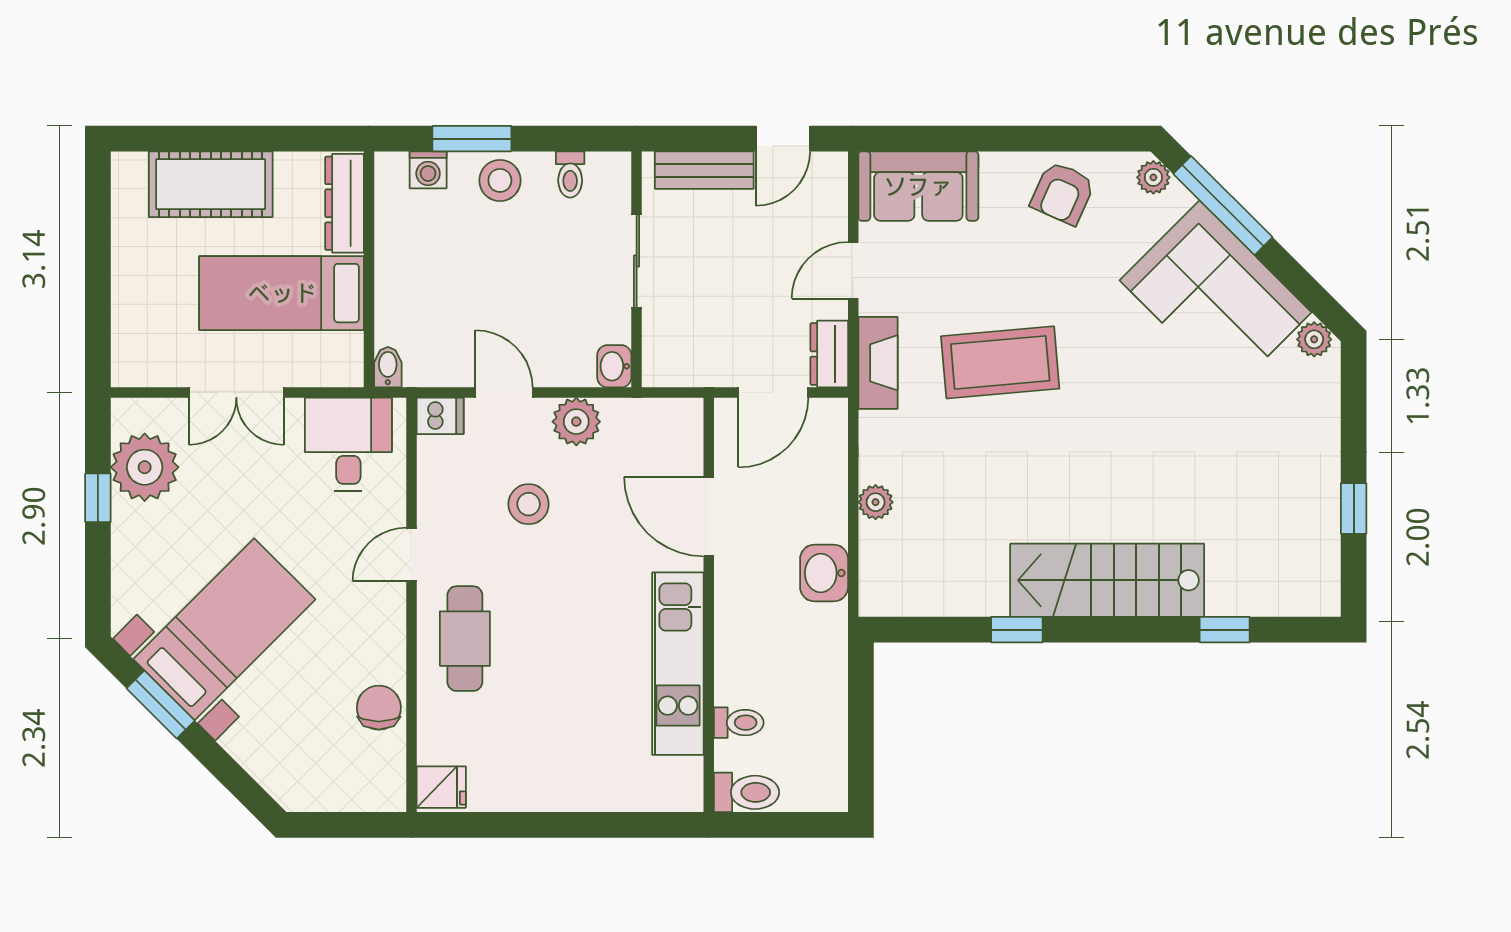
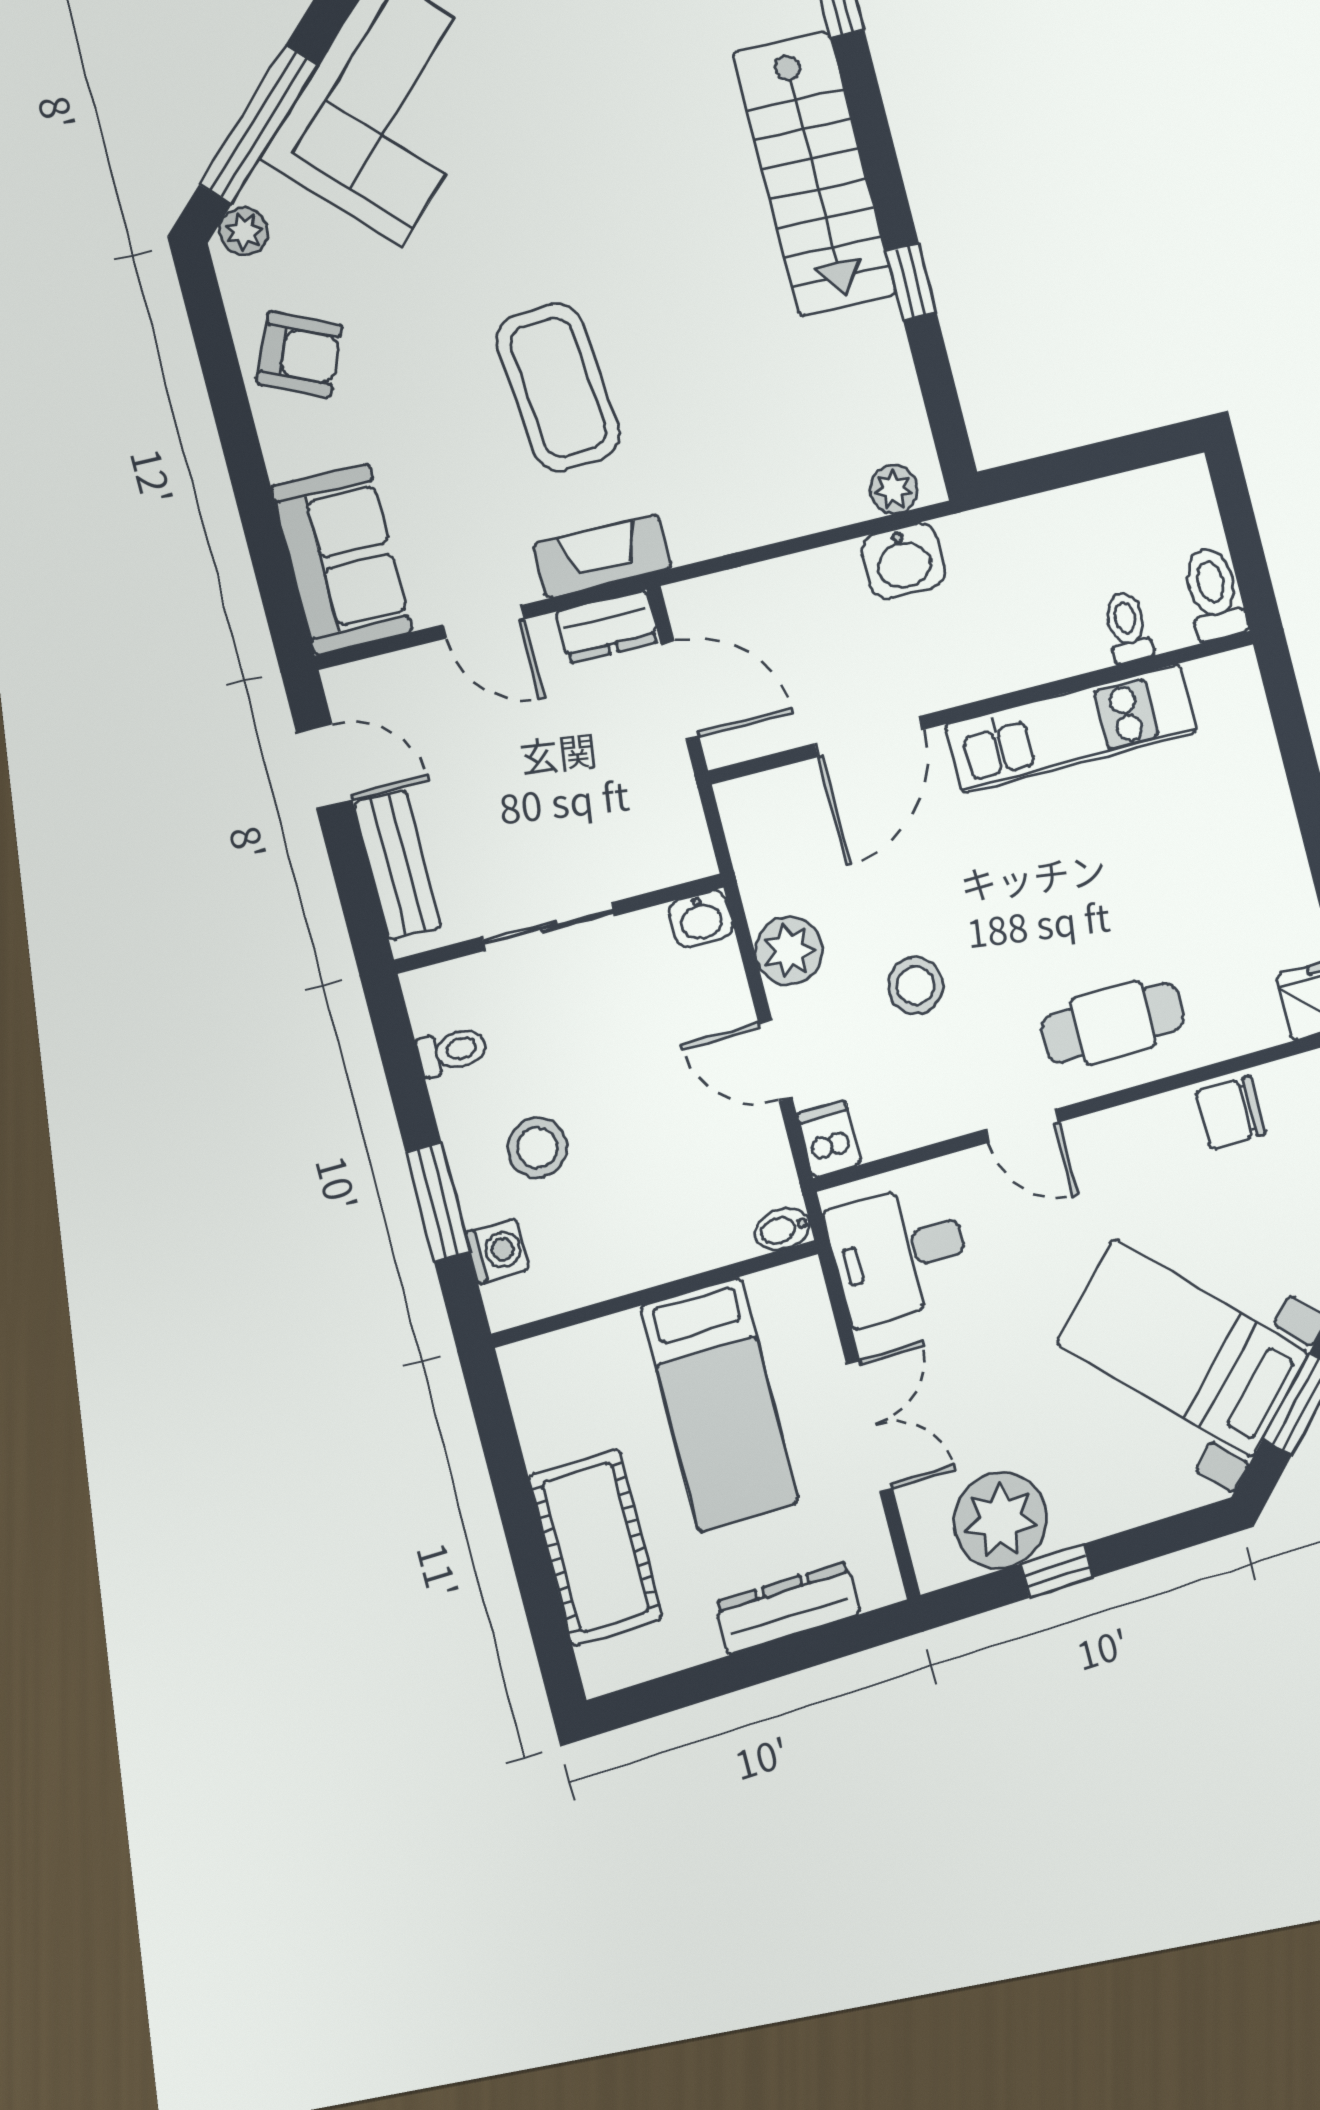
stool: (500, 180) -> (537, 1148), moved
dresser: (345, 203) -> (788, 1608), moved, turned 180
door: (504, 393) -> (775, 1060), hinge flipped
plant: (876, 502) -> (894, 489), moved

